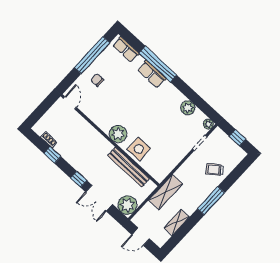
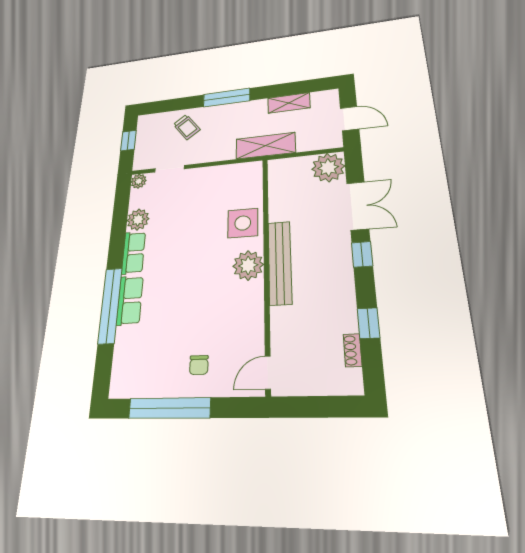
row of seats: (126, 49) -> (133, 253), moved
bench: (129, 167) -> (280, 262), moved

